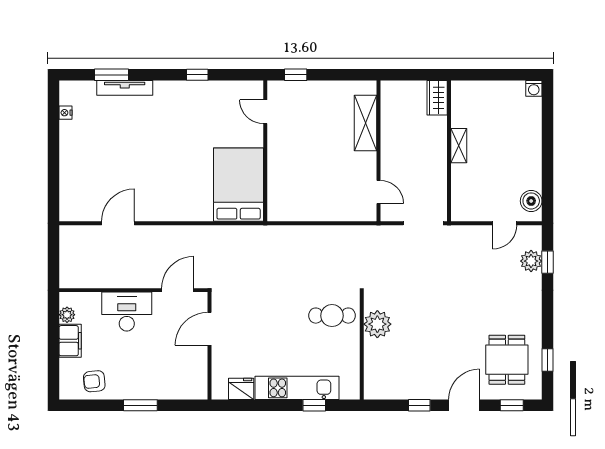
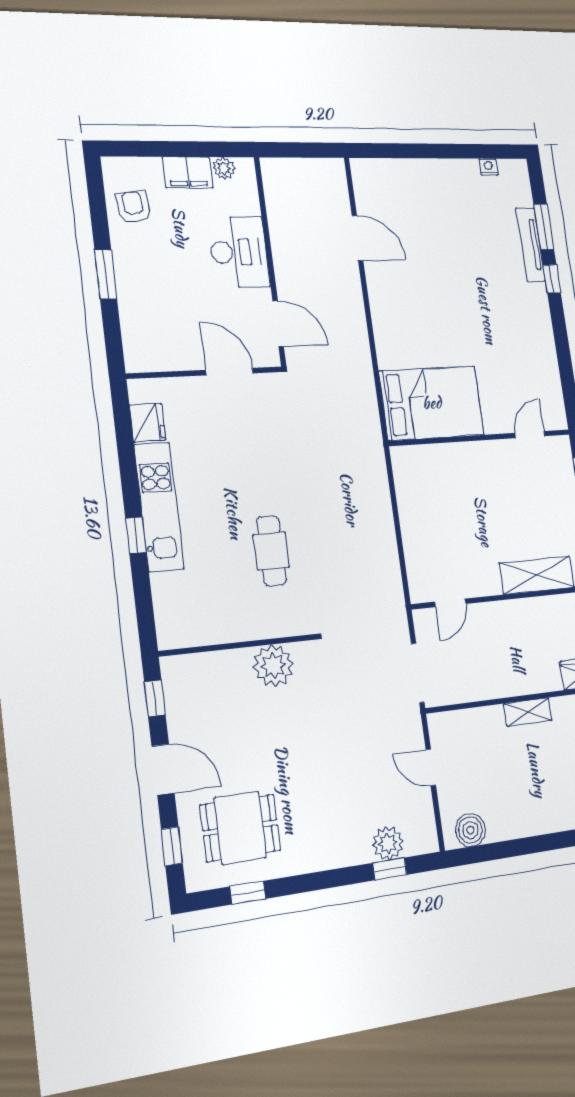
window: (197, 75) -> (552, 279), moved
door: (505, 223) -> (431, 767), moved
plant: (377, 324) -> (273, 665), moved
wall: (362, 346) -> (239, 645), moved

